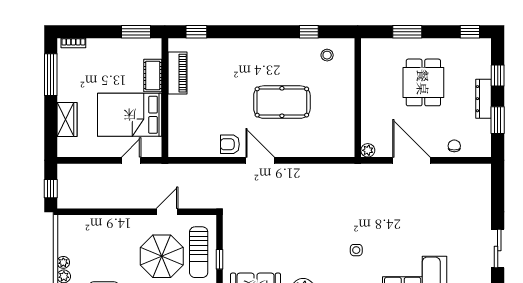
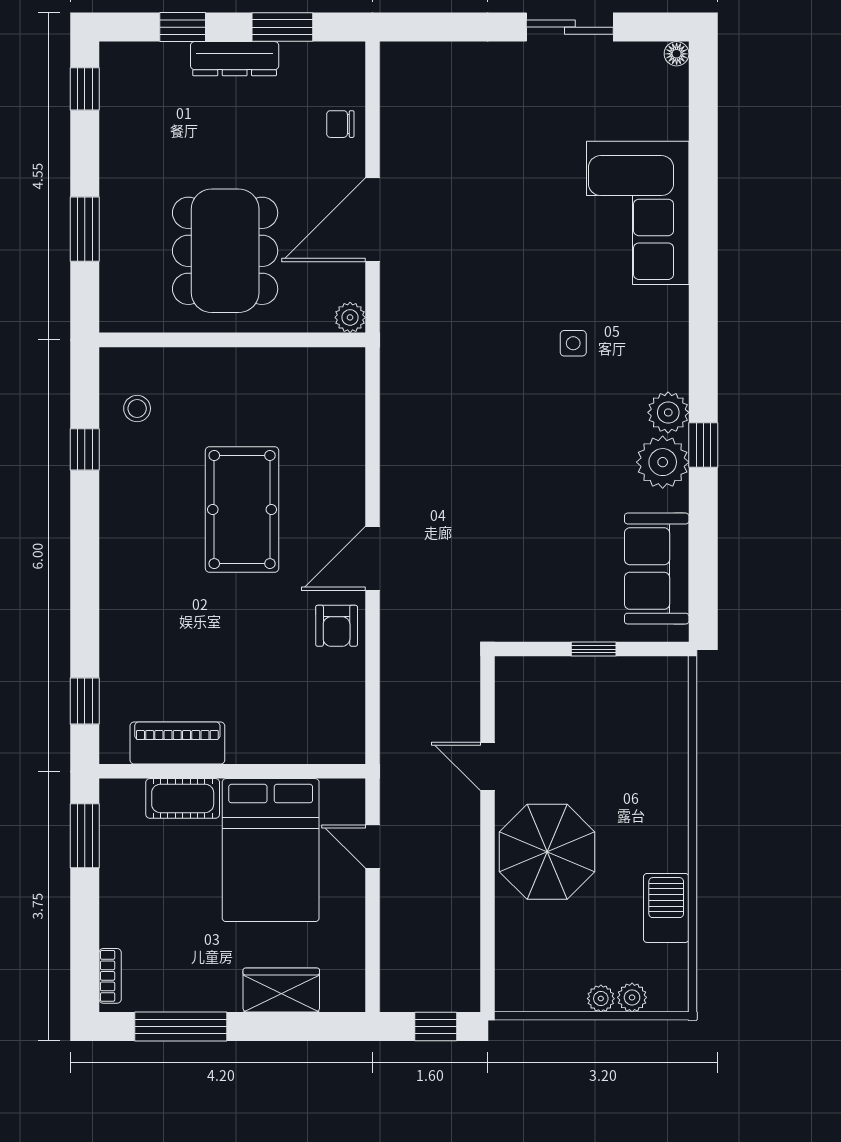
dining table: (423, 82) -> (225, 251), moved, width x1.38
sun lounger: (199, 252) -> (578, 696), removed
parasol: (162, 256) -> (547, 852), moved

